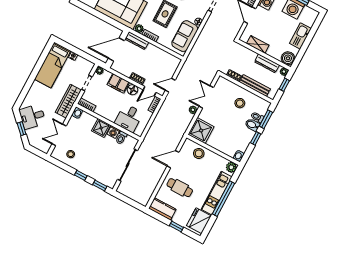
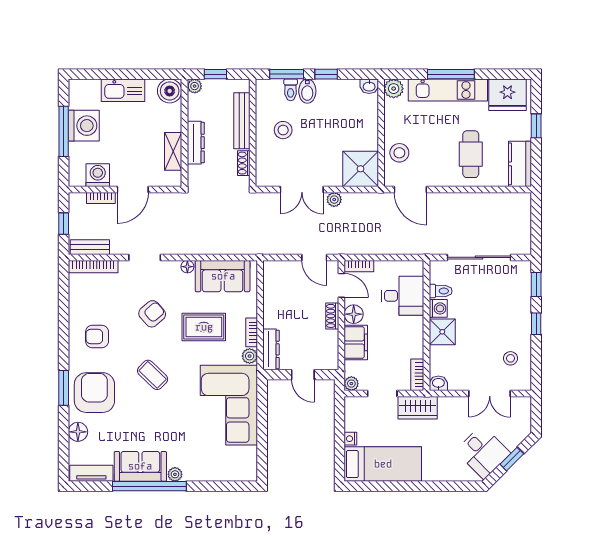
door: (116, 50) -> (303, 375), width x0.53
dresser: (267, 63) -> (196, 143), moved
wardrobe: (68, 101) -> (418, 408), width x0.67
door: (173, 159) -> (410, 189), moved
window: (224, 199) -> (451, 74), width x0.68

